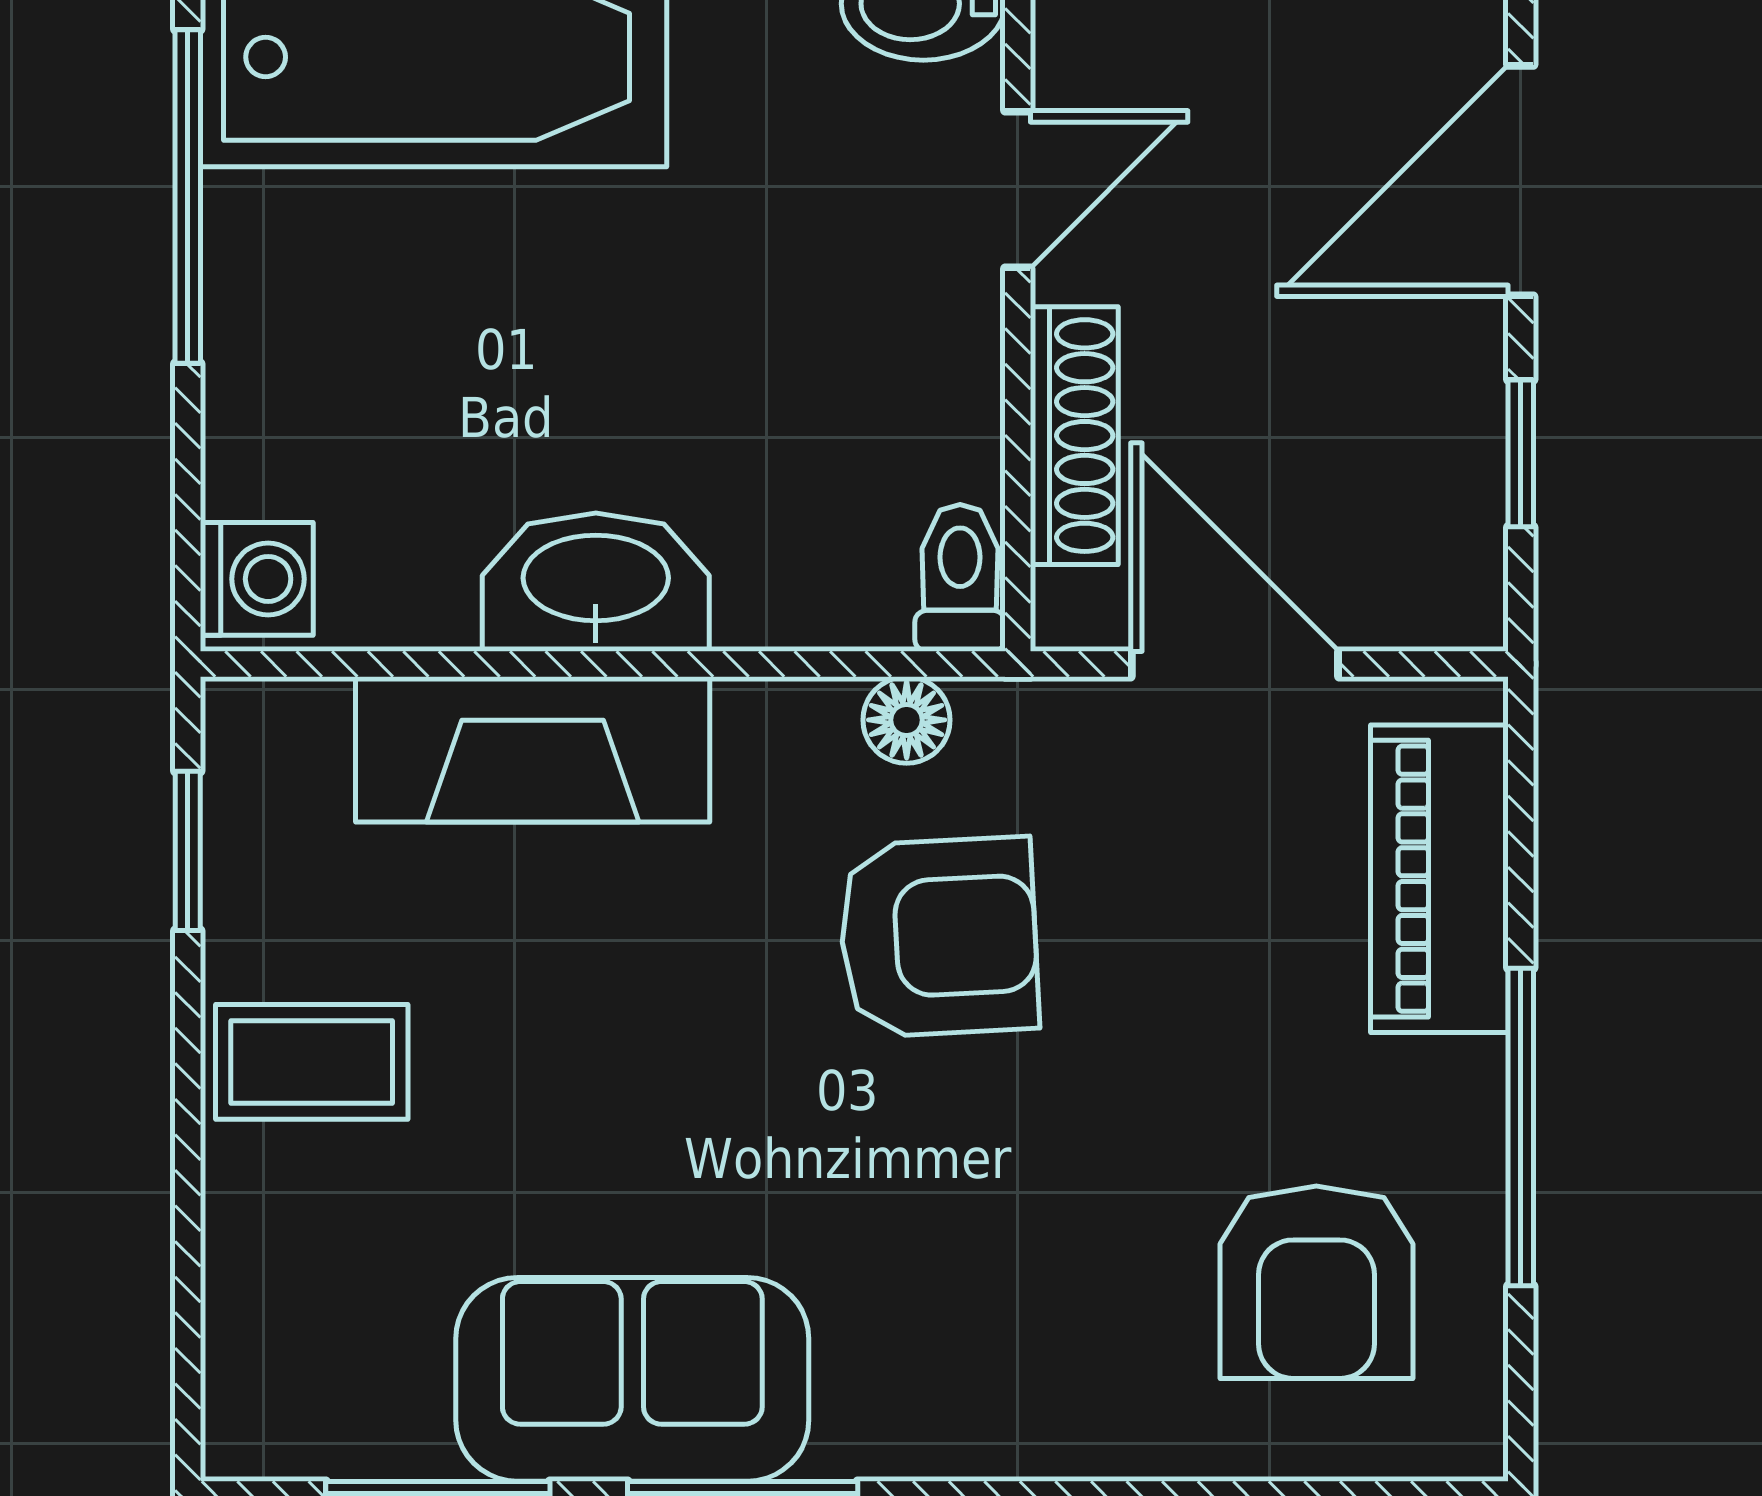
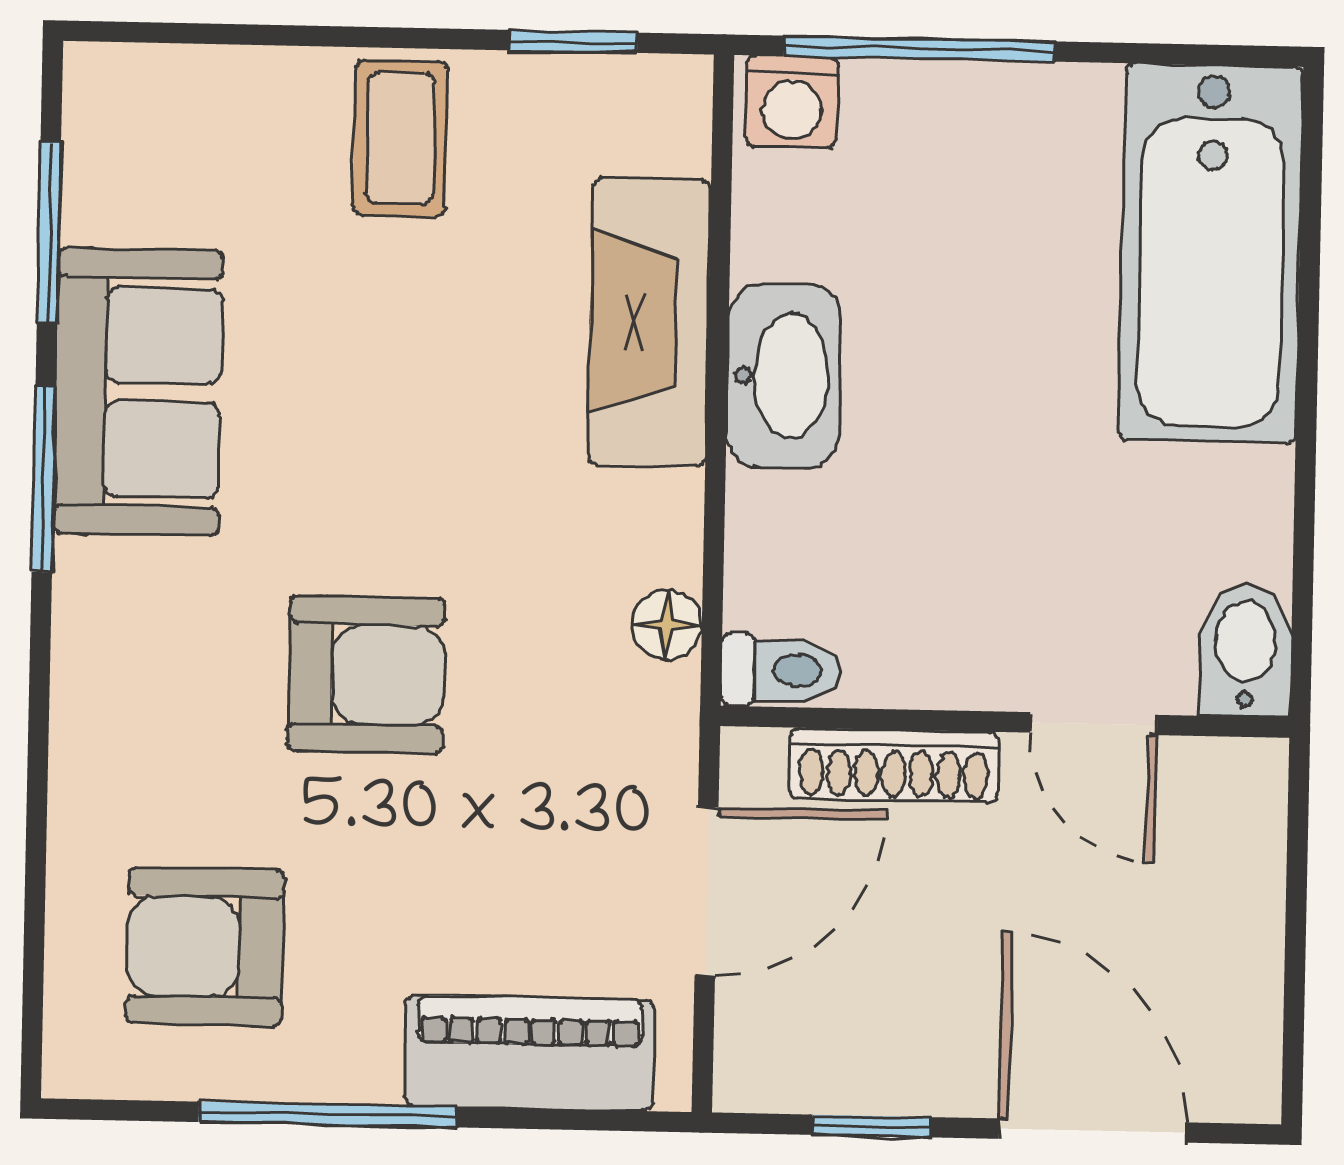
window: (188, 196) -> (919, 49), moved
armchair: (939, 937) -> (366, 675), moved, turned -87

